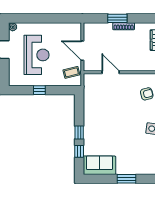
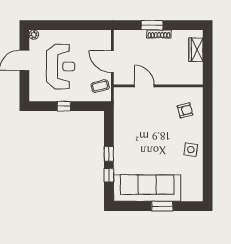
sofa: (99, 165) -> (147, 188), width x1.85, depth x1.27

